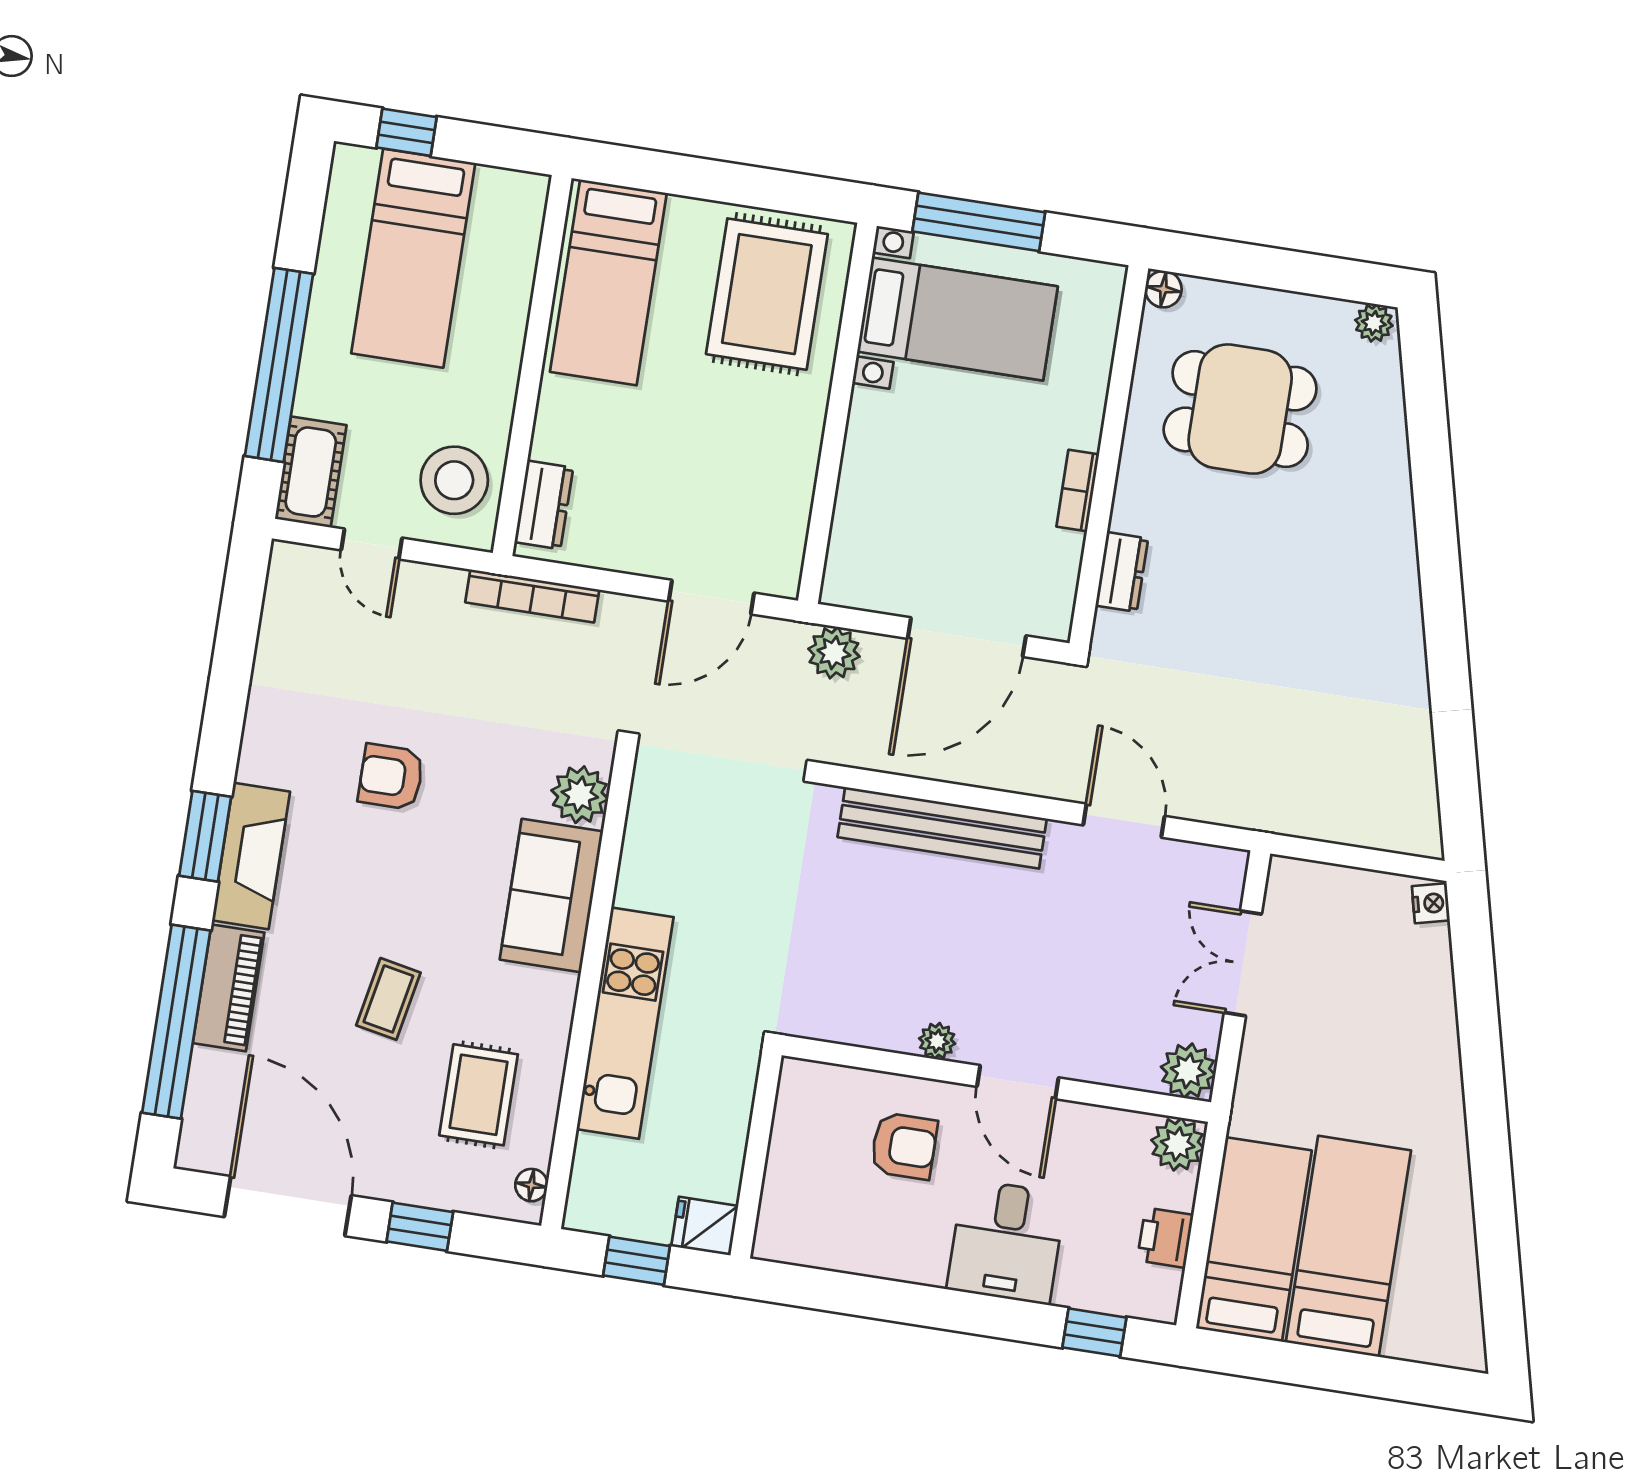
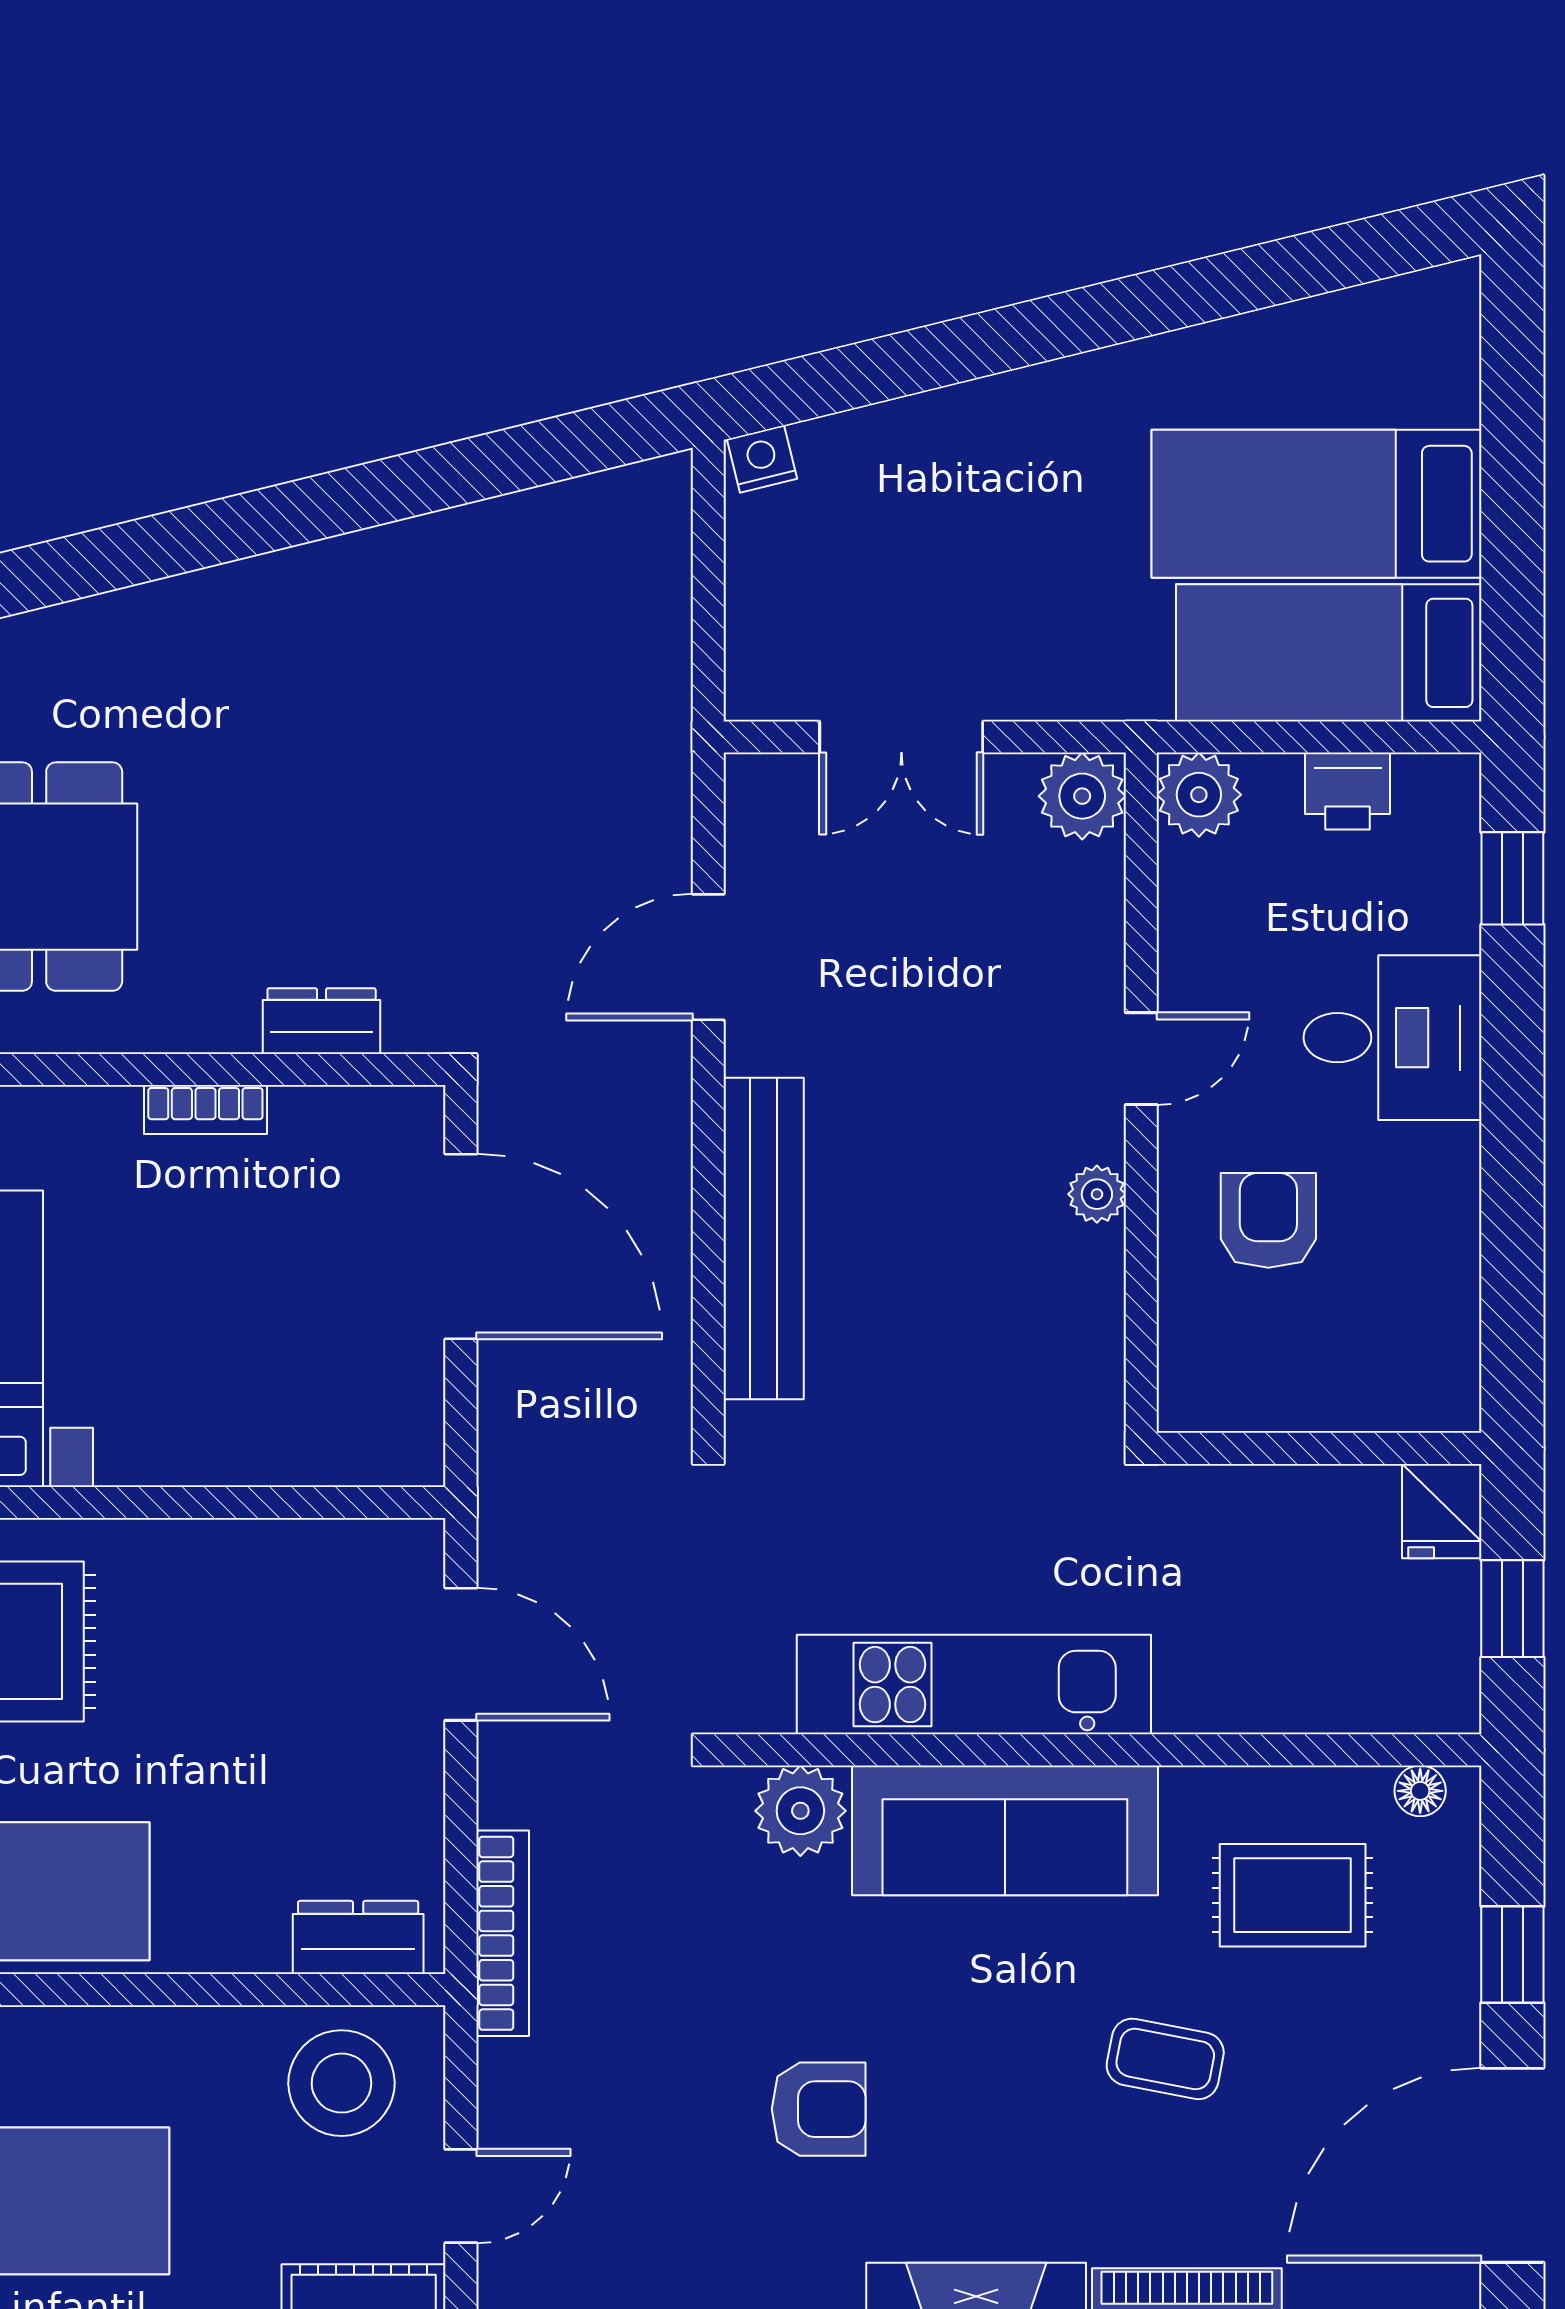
plant: (834, 653) -> (517, 1450), removed
armchair: (391, 777) -> (819, 2109), turned -90
sofa: (551, 895) -> (1005, 1830), width x1.36
kitchen unit: (625, 1023) -> (974, 1685), moved
door: (1018, 1082) -> (1141, 1059), width x0.73

